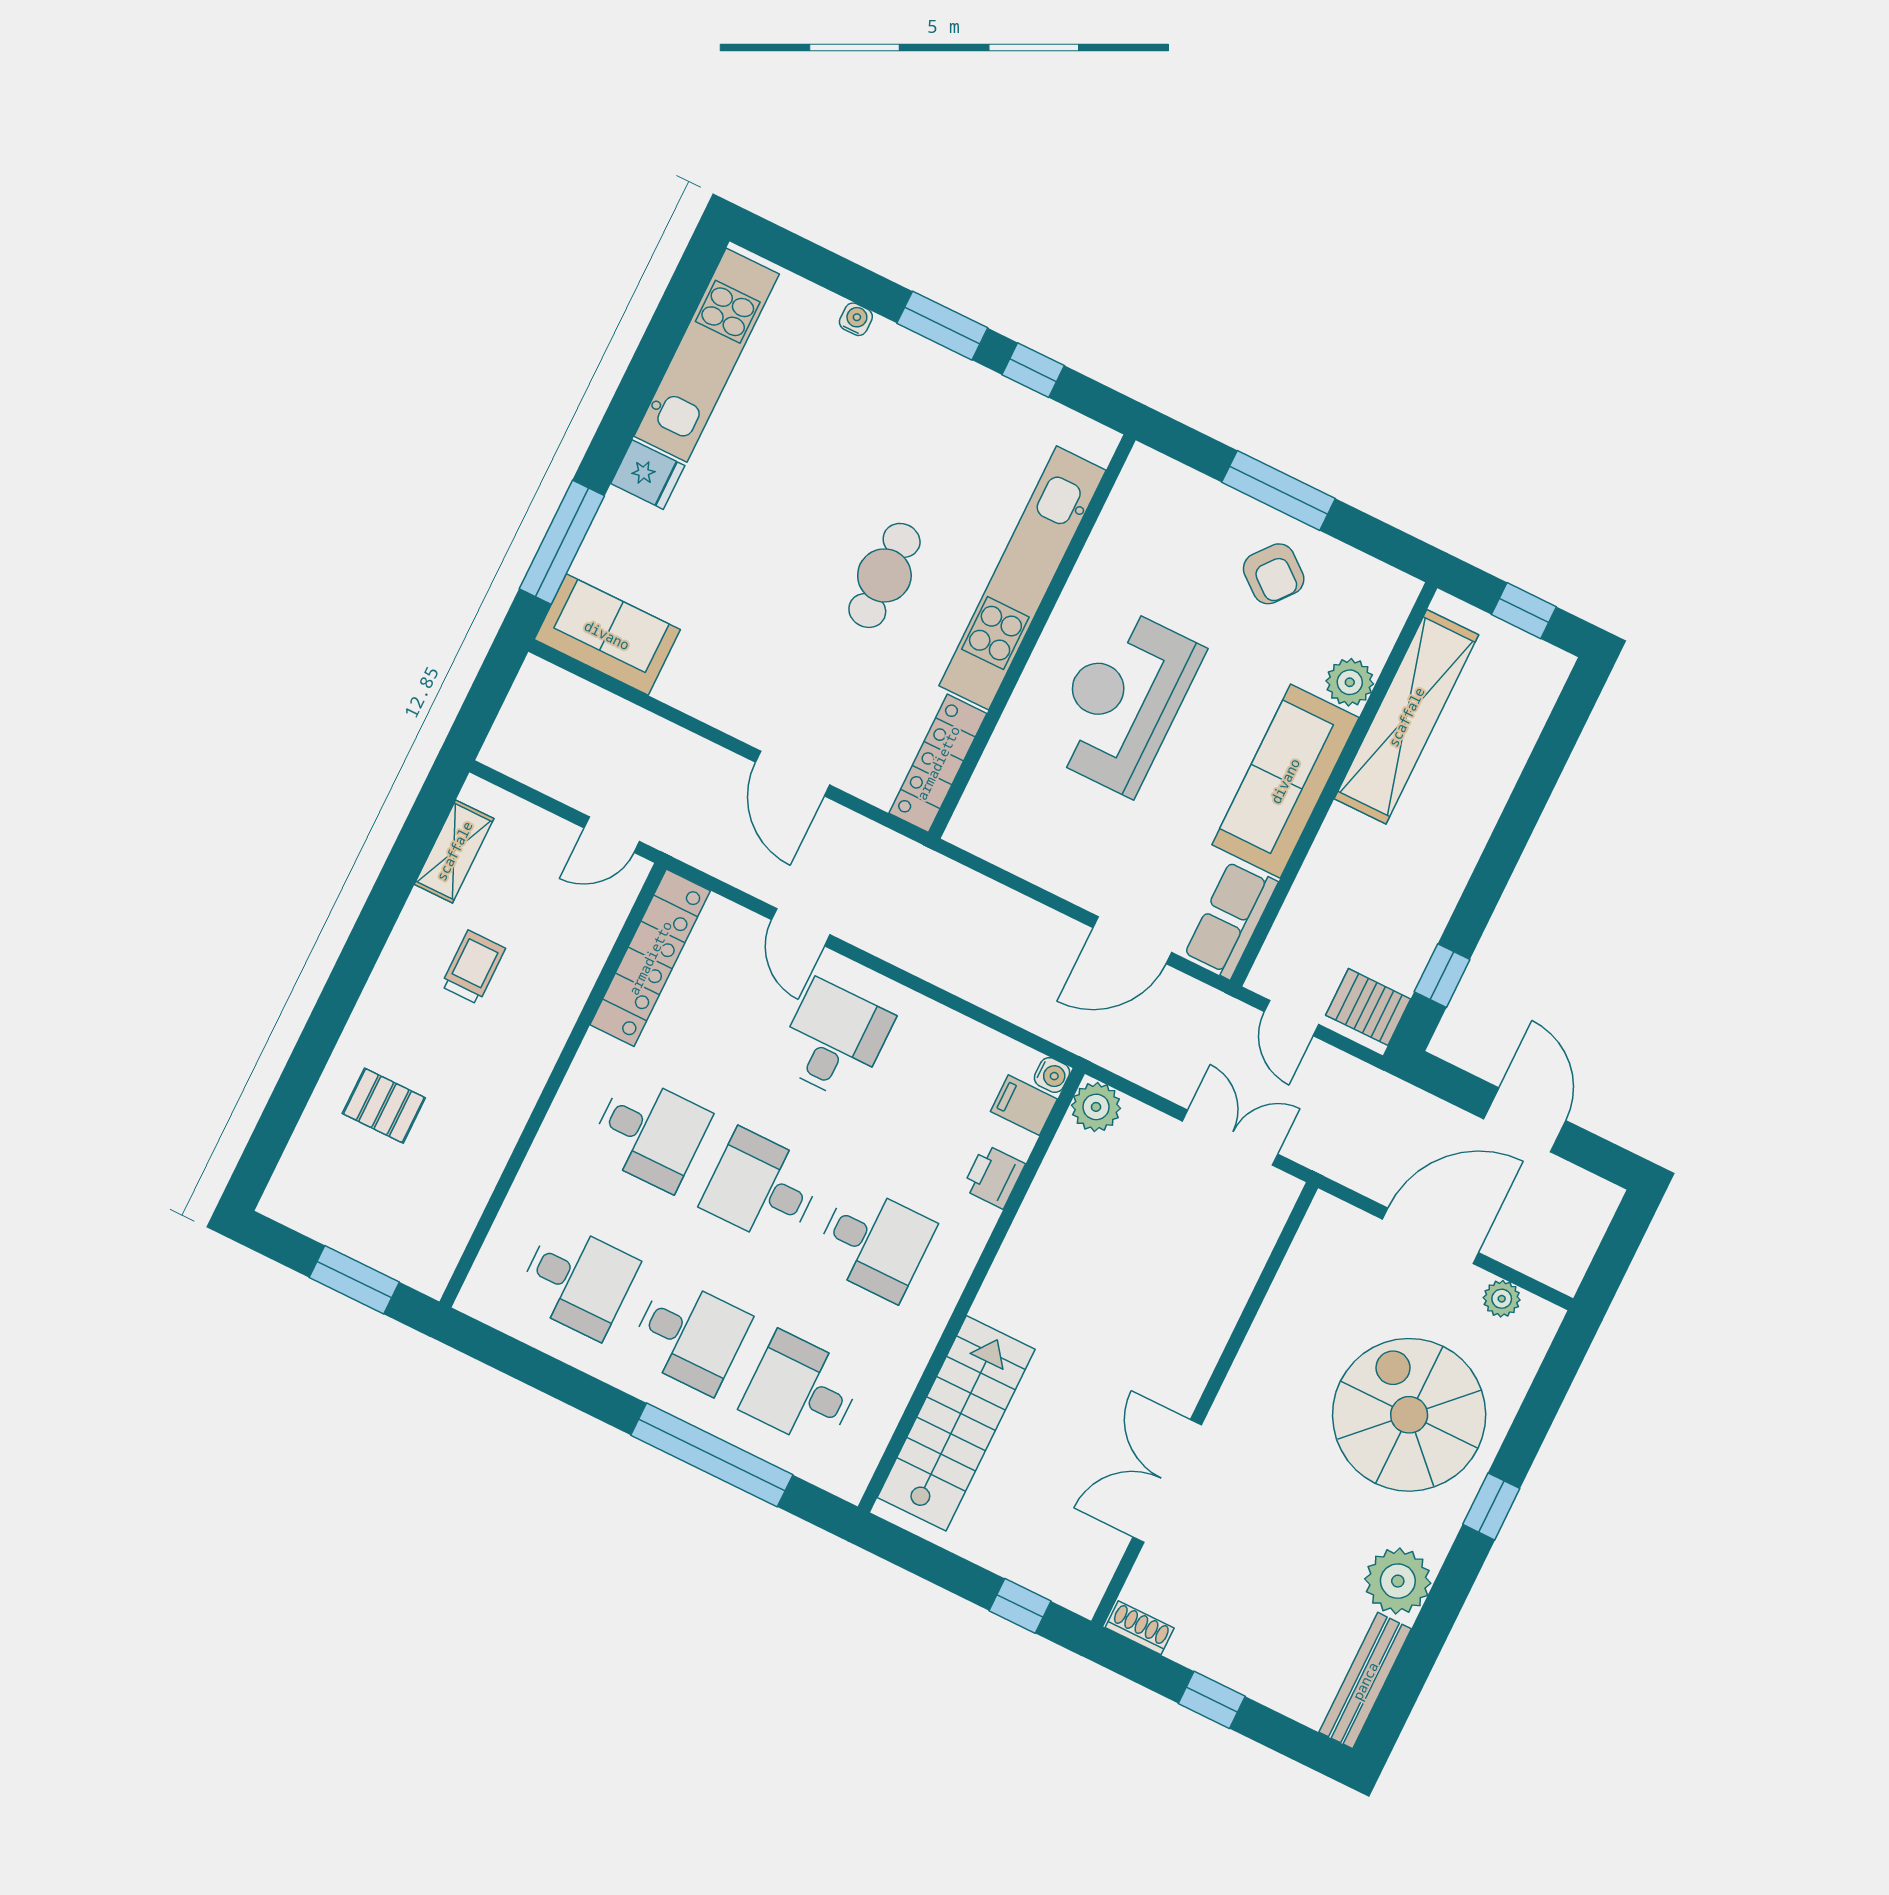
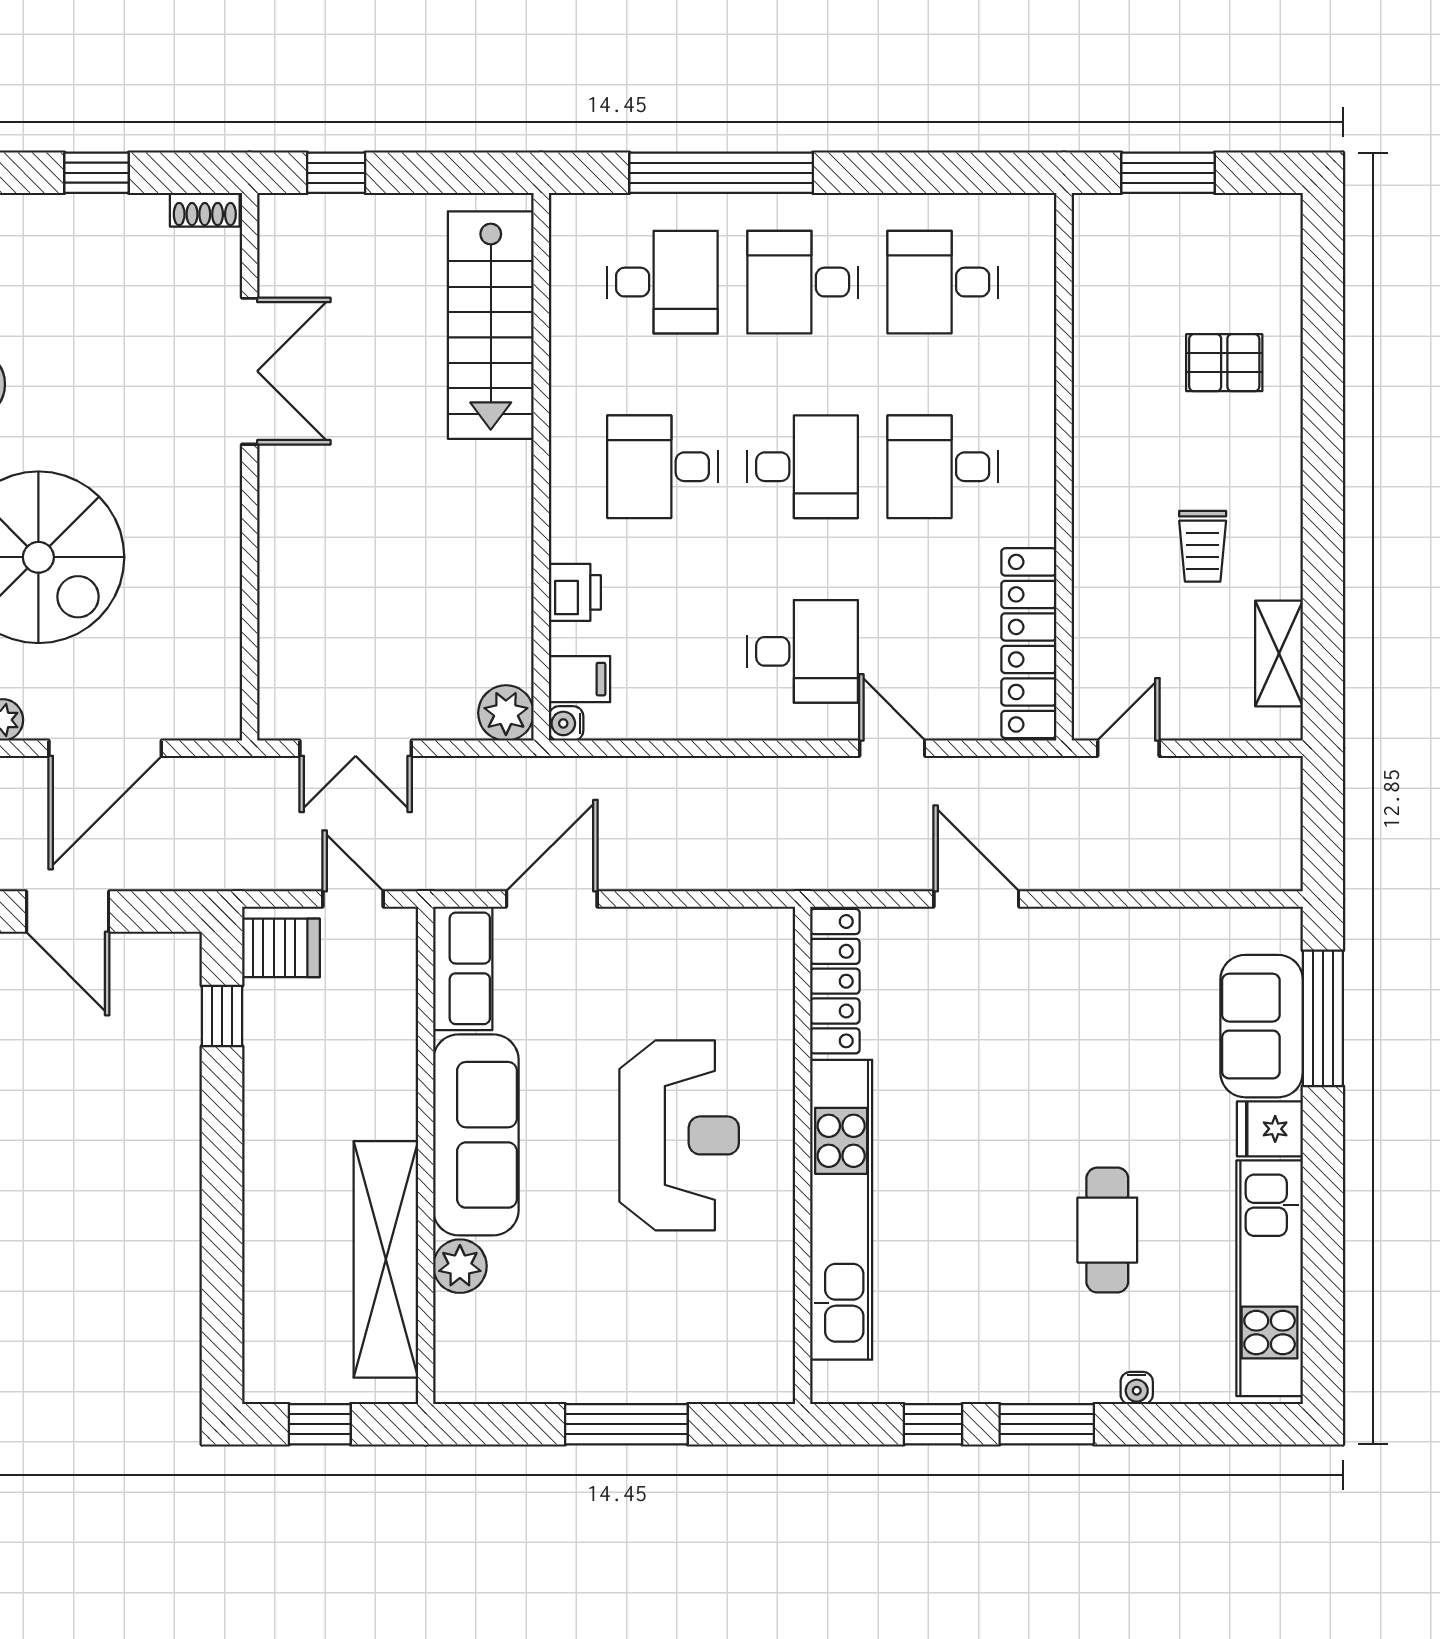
armchair: (1274, 574) -> (590, 1338), removed
cafe table: (884, 575) -> (1107, 1230), moved
sofa: (607, 635) -> (1262, 1026), moved, turned 90
desk: (834, 1040) -> (803, 651), turned -90

